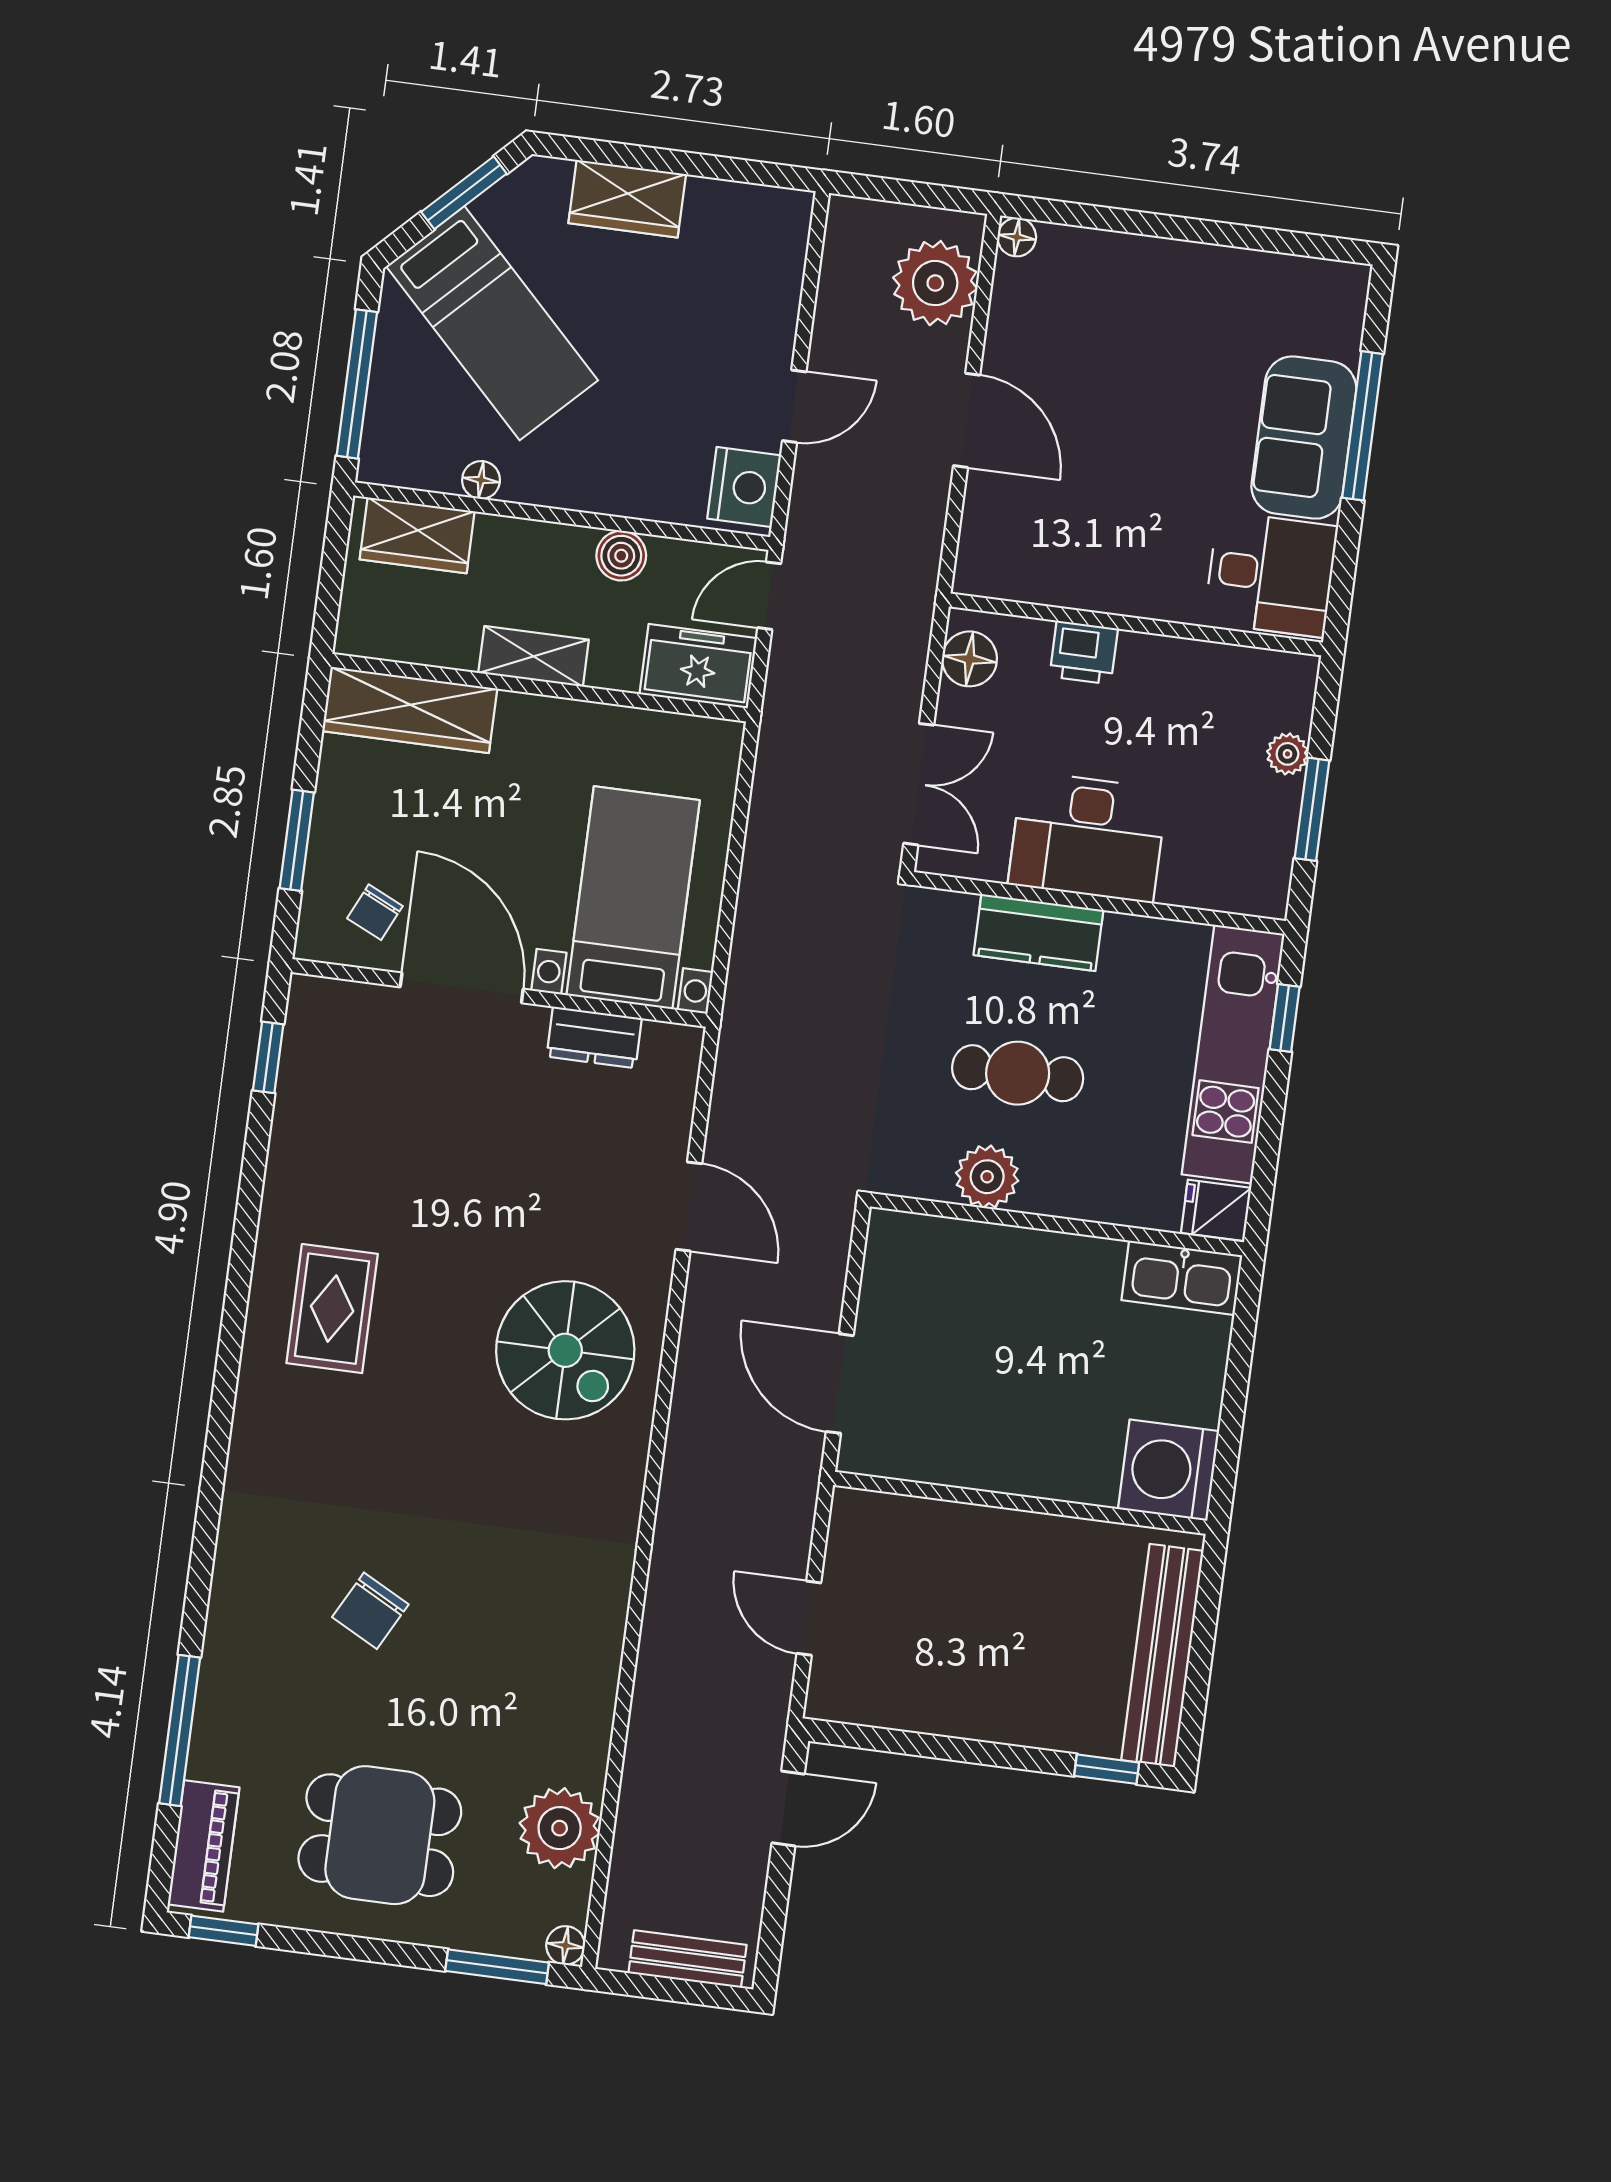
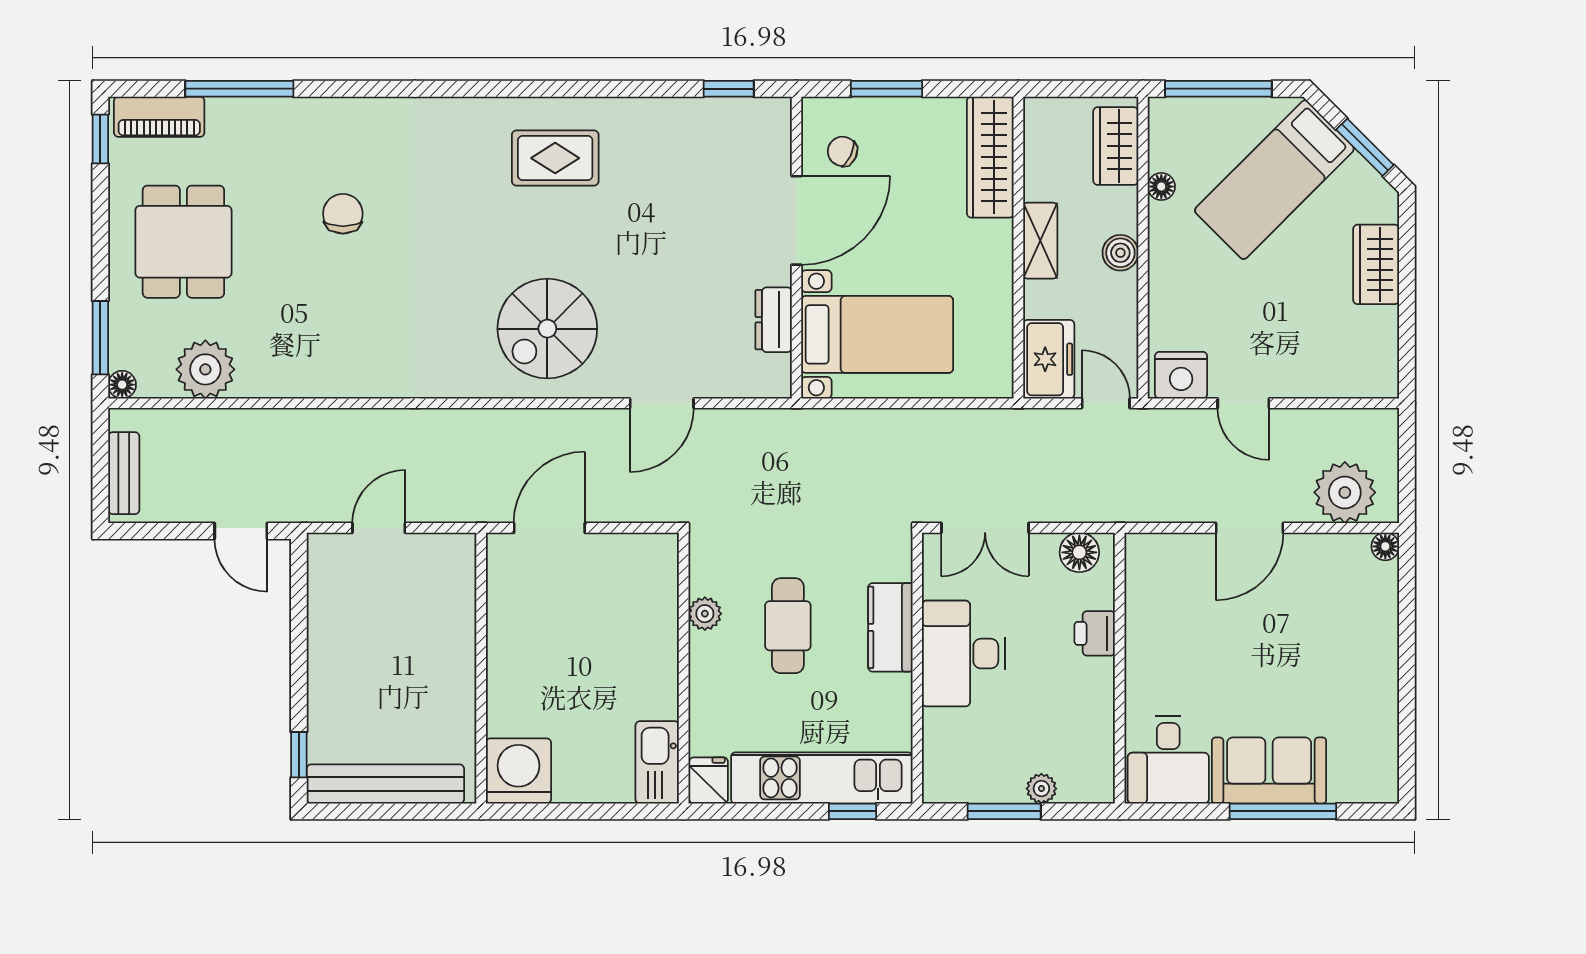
boiler: (621, 556) -> (1120, 253), moved
plant: (987, 1177) -> (705, 614), width x0.73, depth x0.73
chair: (370, 1611) -> (343, 214), turned 62

